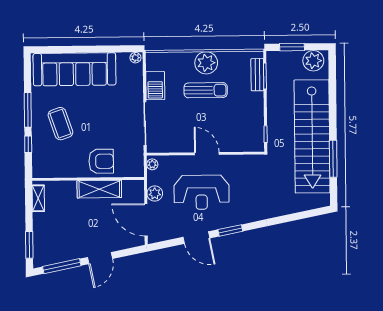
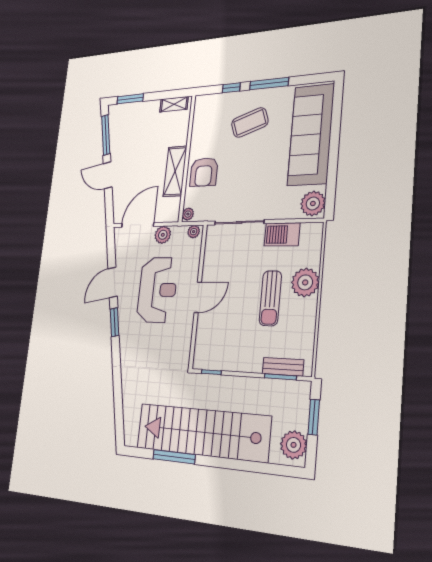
plant: (135, 58) -> (313, 203), width x1.88, depth x1.88
plant: (206, 63) -> (305, 282), moved
plant: (137, 172) -> (188, 214), added
reception desk: (202, 192) -> (157, 290), turned 180

